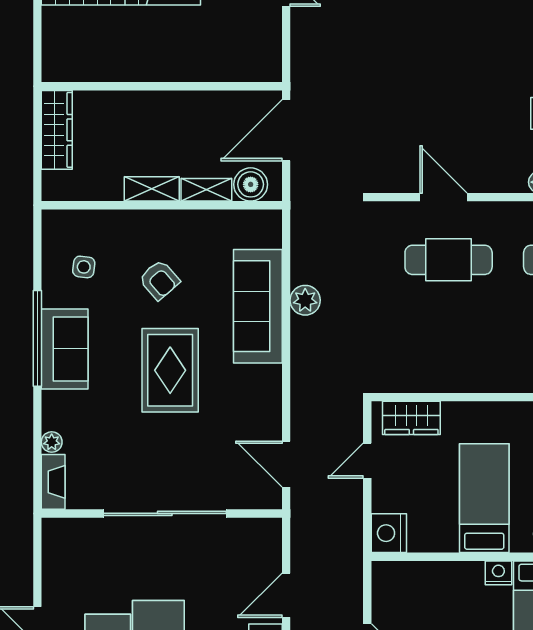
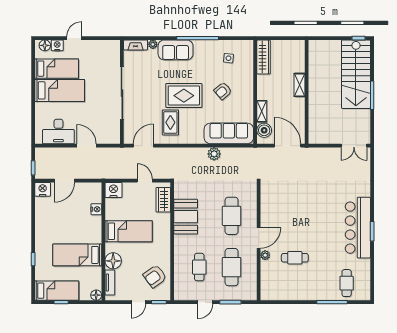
wardrobe: (57, 130) -> (264, 57), moved, turned -90
shelving: (152, 189) -> (300, 85), moved
door: (444, 197) -> (259, 238), moved
sofa: (258, 306) -> (229, 133), moved
sofa: (65, 349) -> (176, 50), moved
booth: (450, 366) -> (186, 217), added
rug: (232, 401) -> (170, 122), added
nightstand: (498, 573) -> (96, 209), moved

